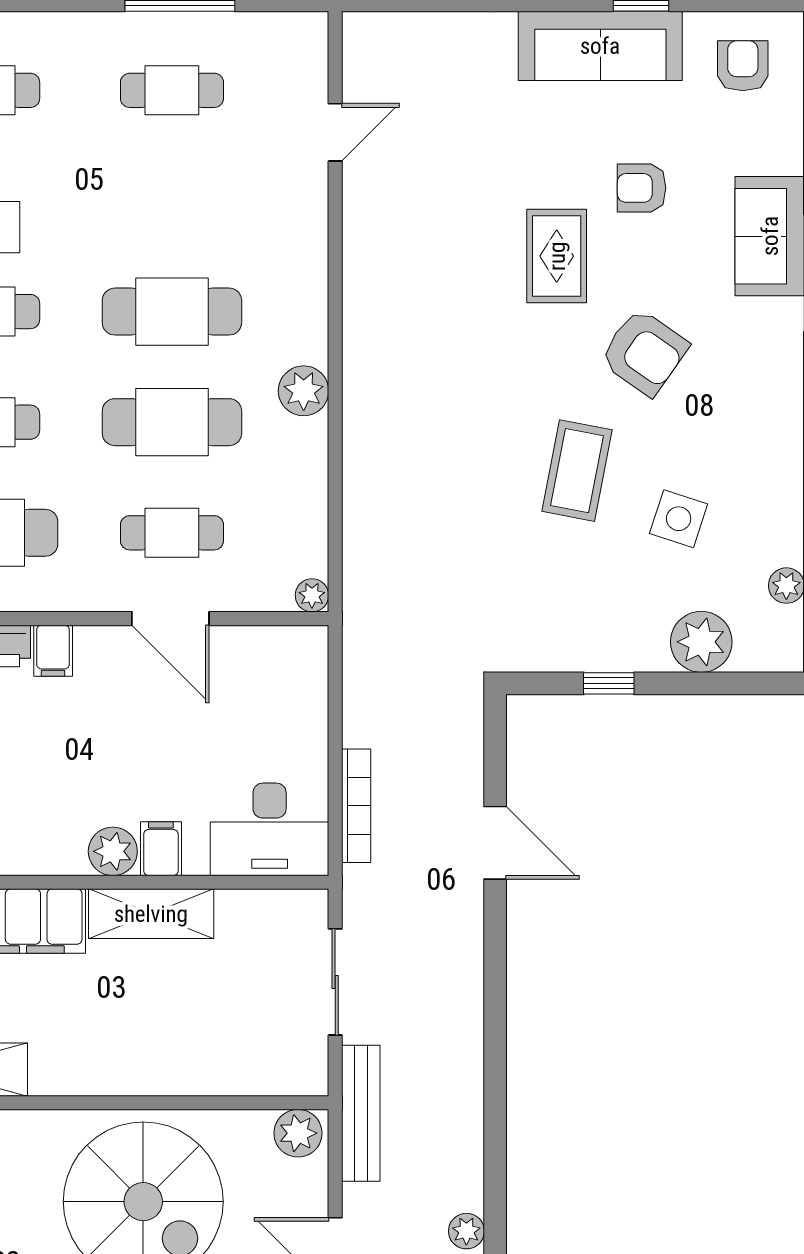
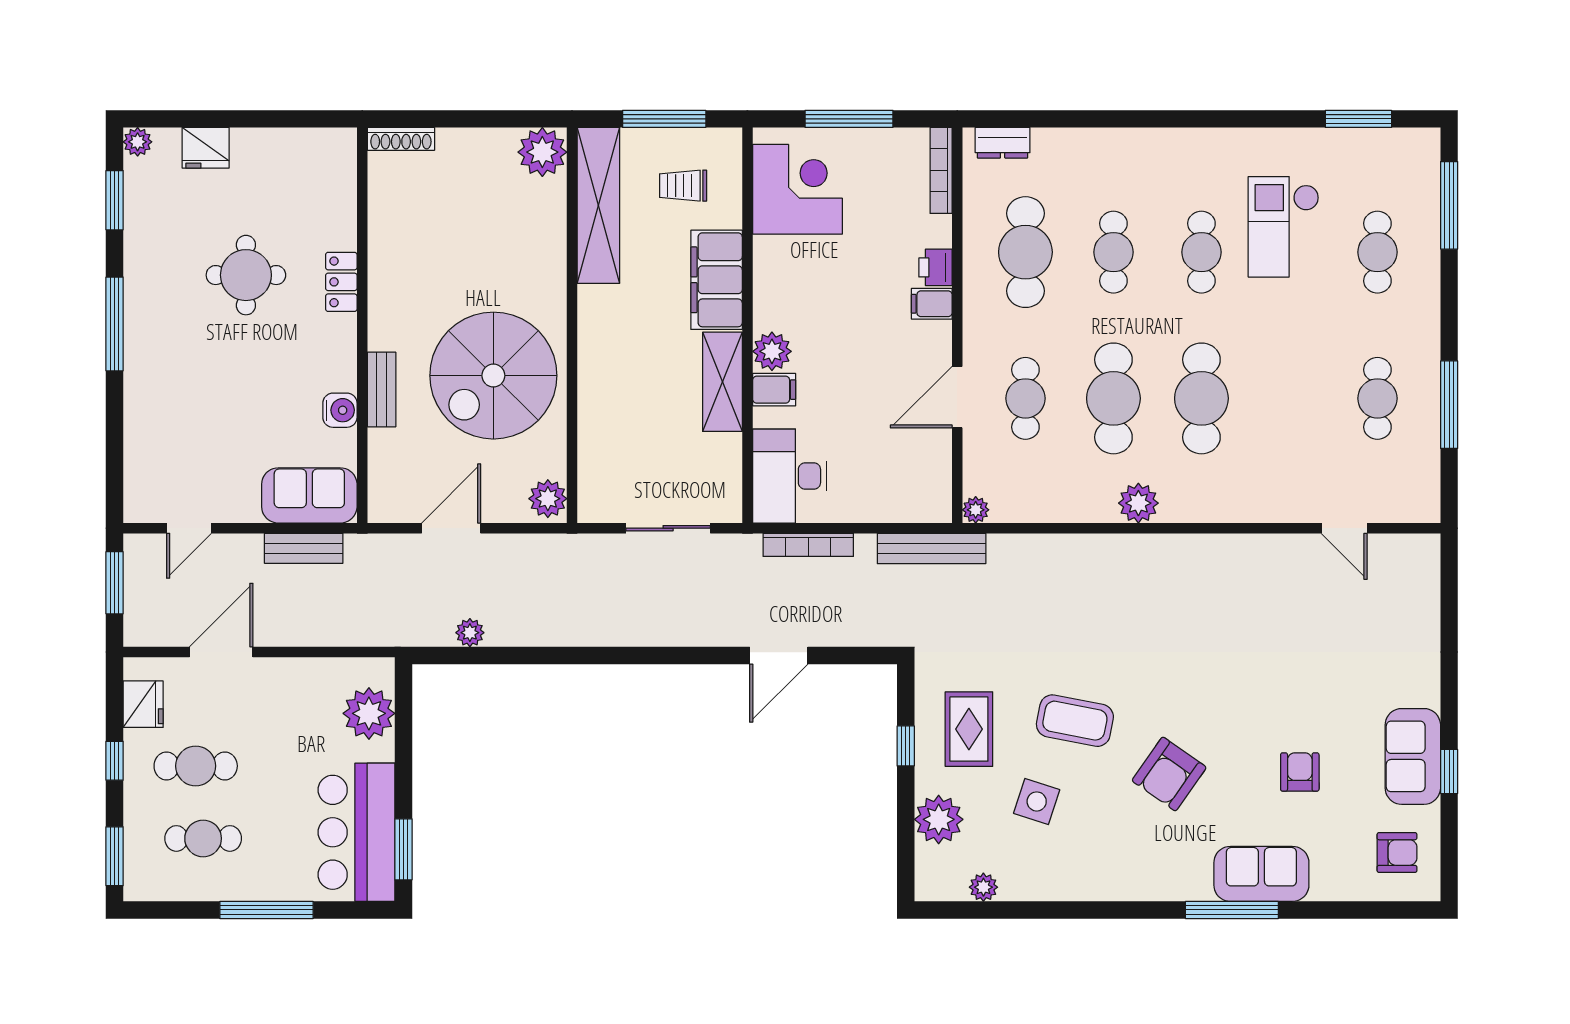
sofa: (600, 46) -> (1413, 756), width x0.73
rug: (557, 256) -> (969, 729), moved, turned 90
bench: (361, 1113) -> (932, 549), moved

